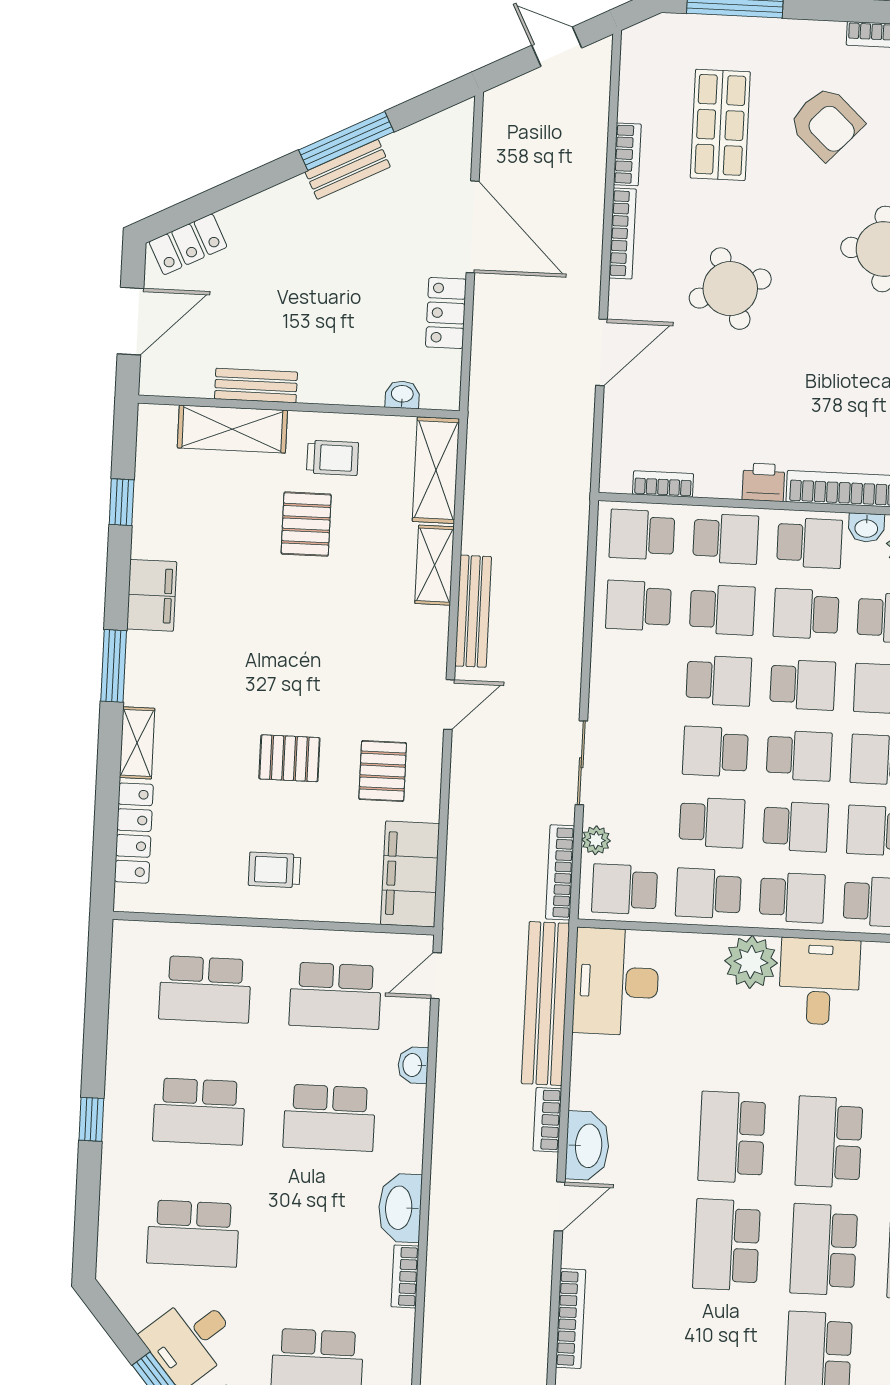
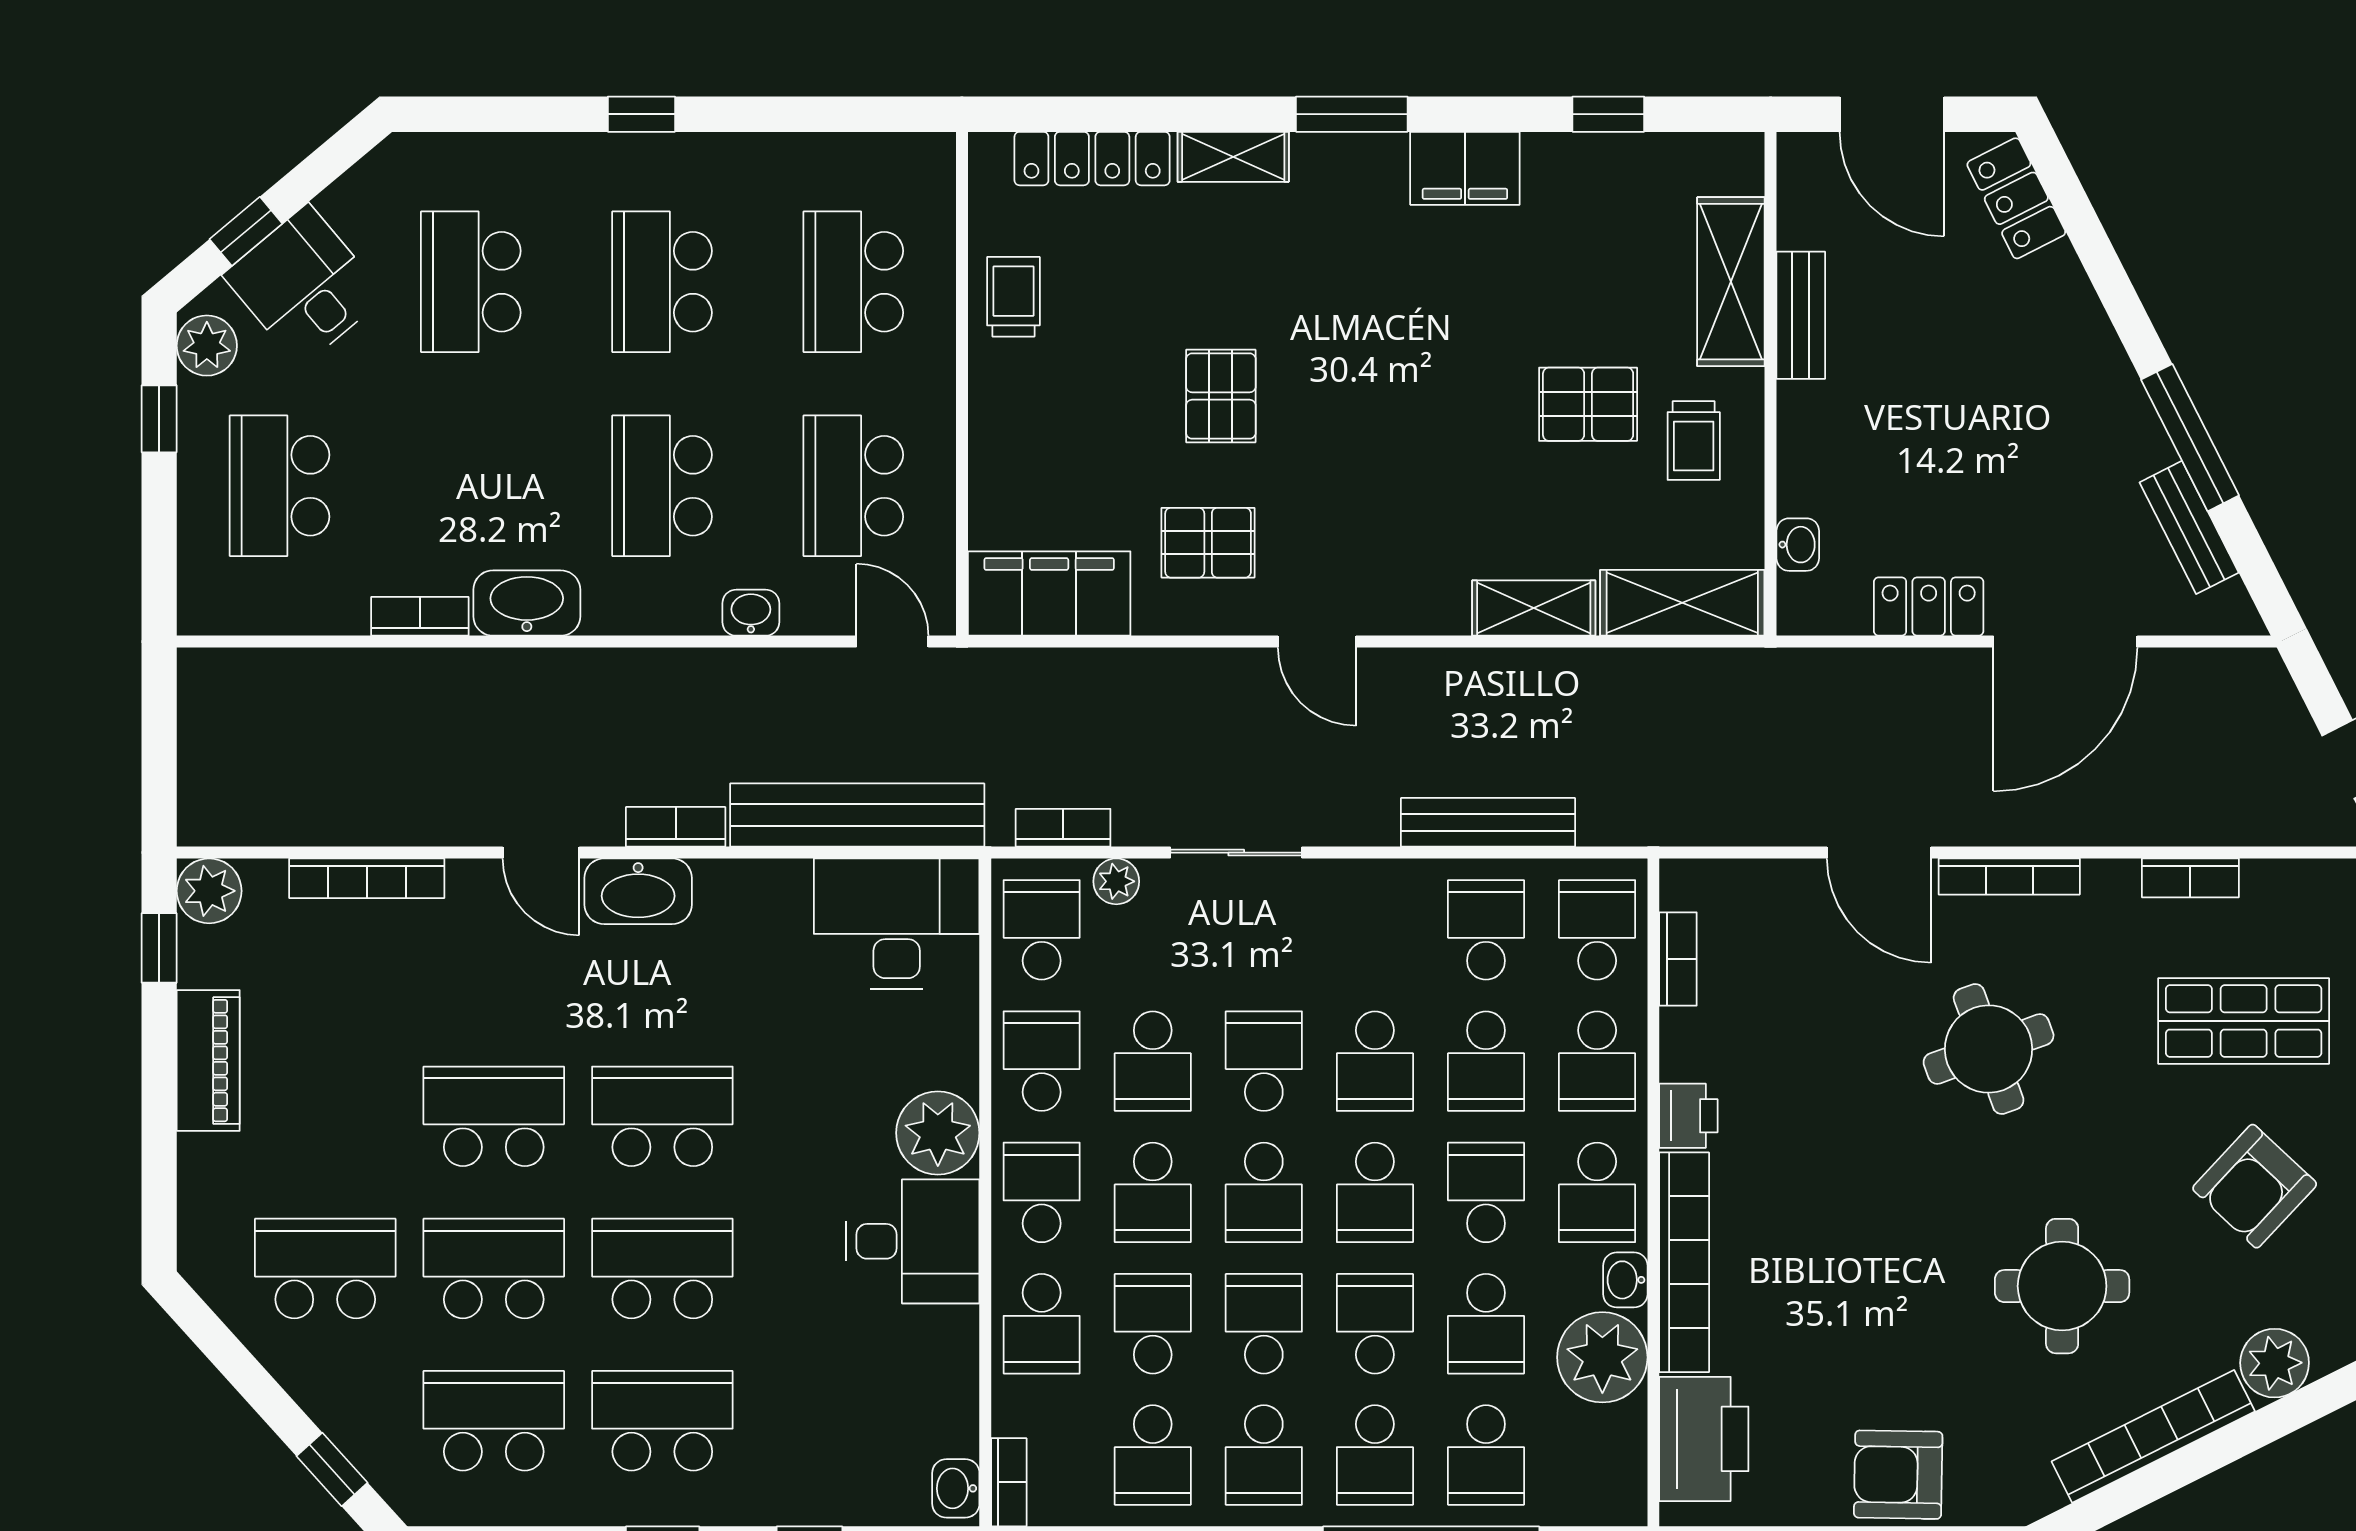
bench: (348, 169) -> (2189, 527), moved
bookcase: (623, 233) -> (2009, 877), moved
bench: (473, 611) -> (1488, 822), moved
trolley: (274, 870) -> (1013, 297), moved
bookcase: (560, 872) -> (1063, 828), width x0.64
school desk: (792, 898) -> (1042, 1192), turned 180

